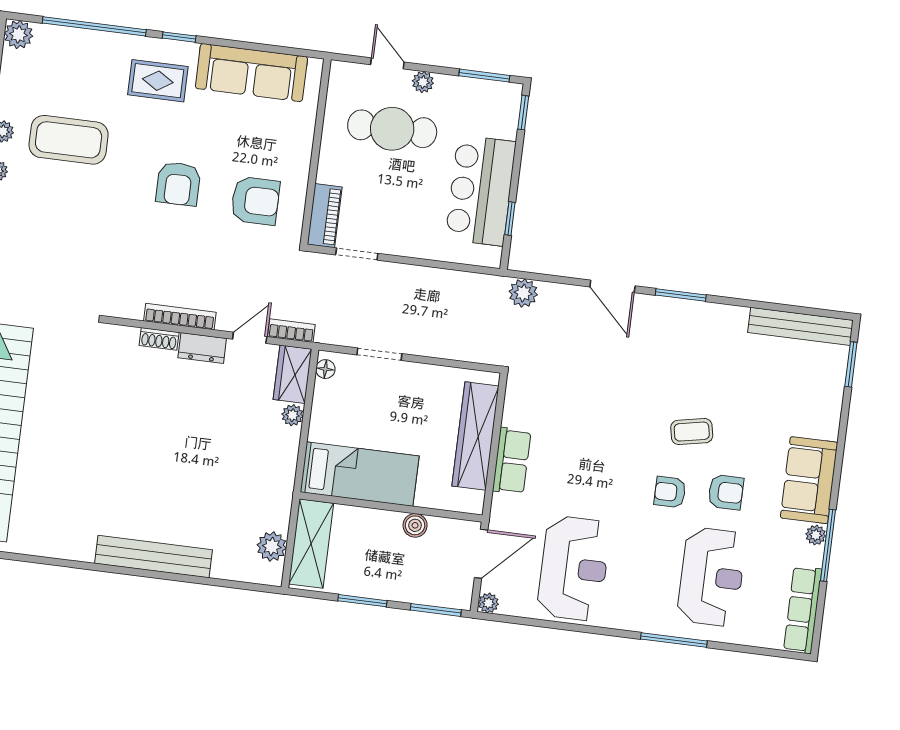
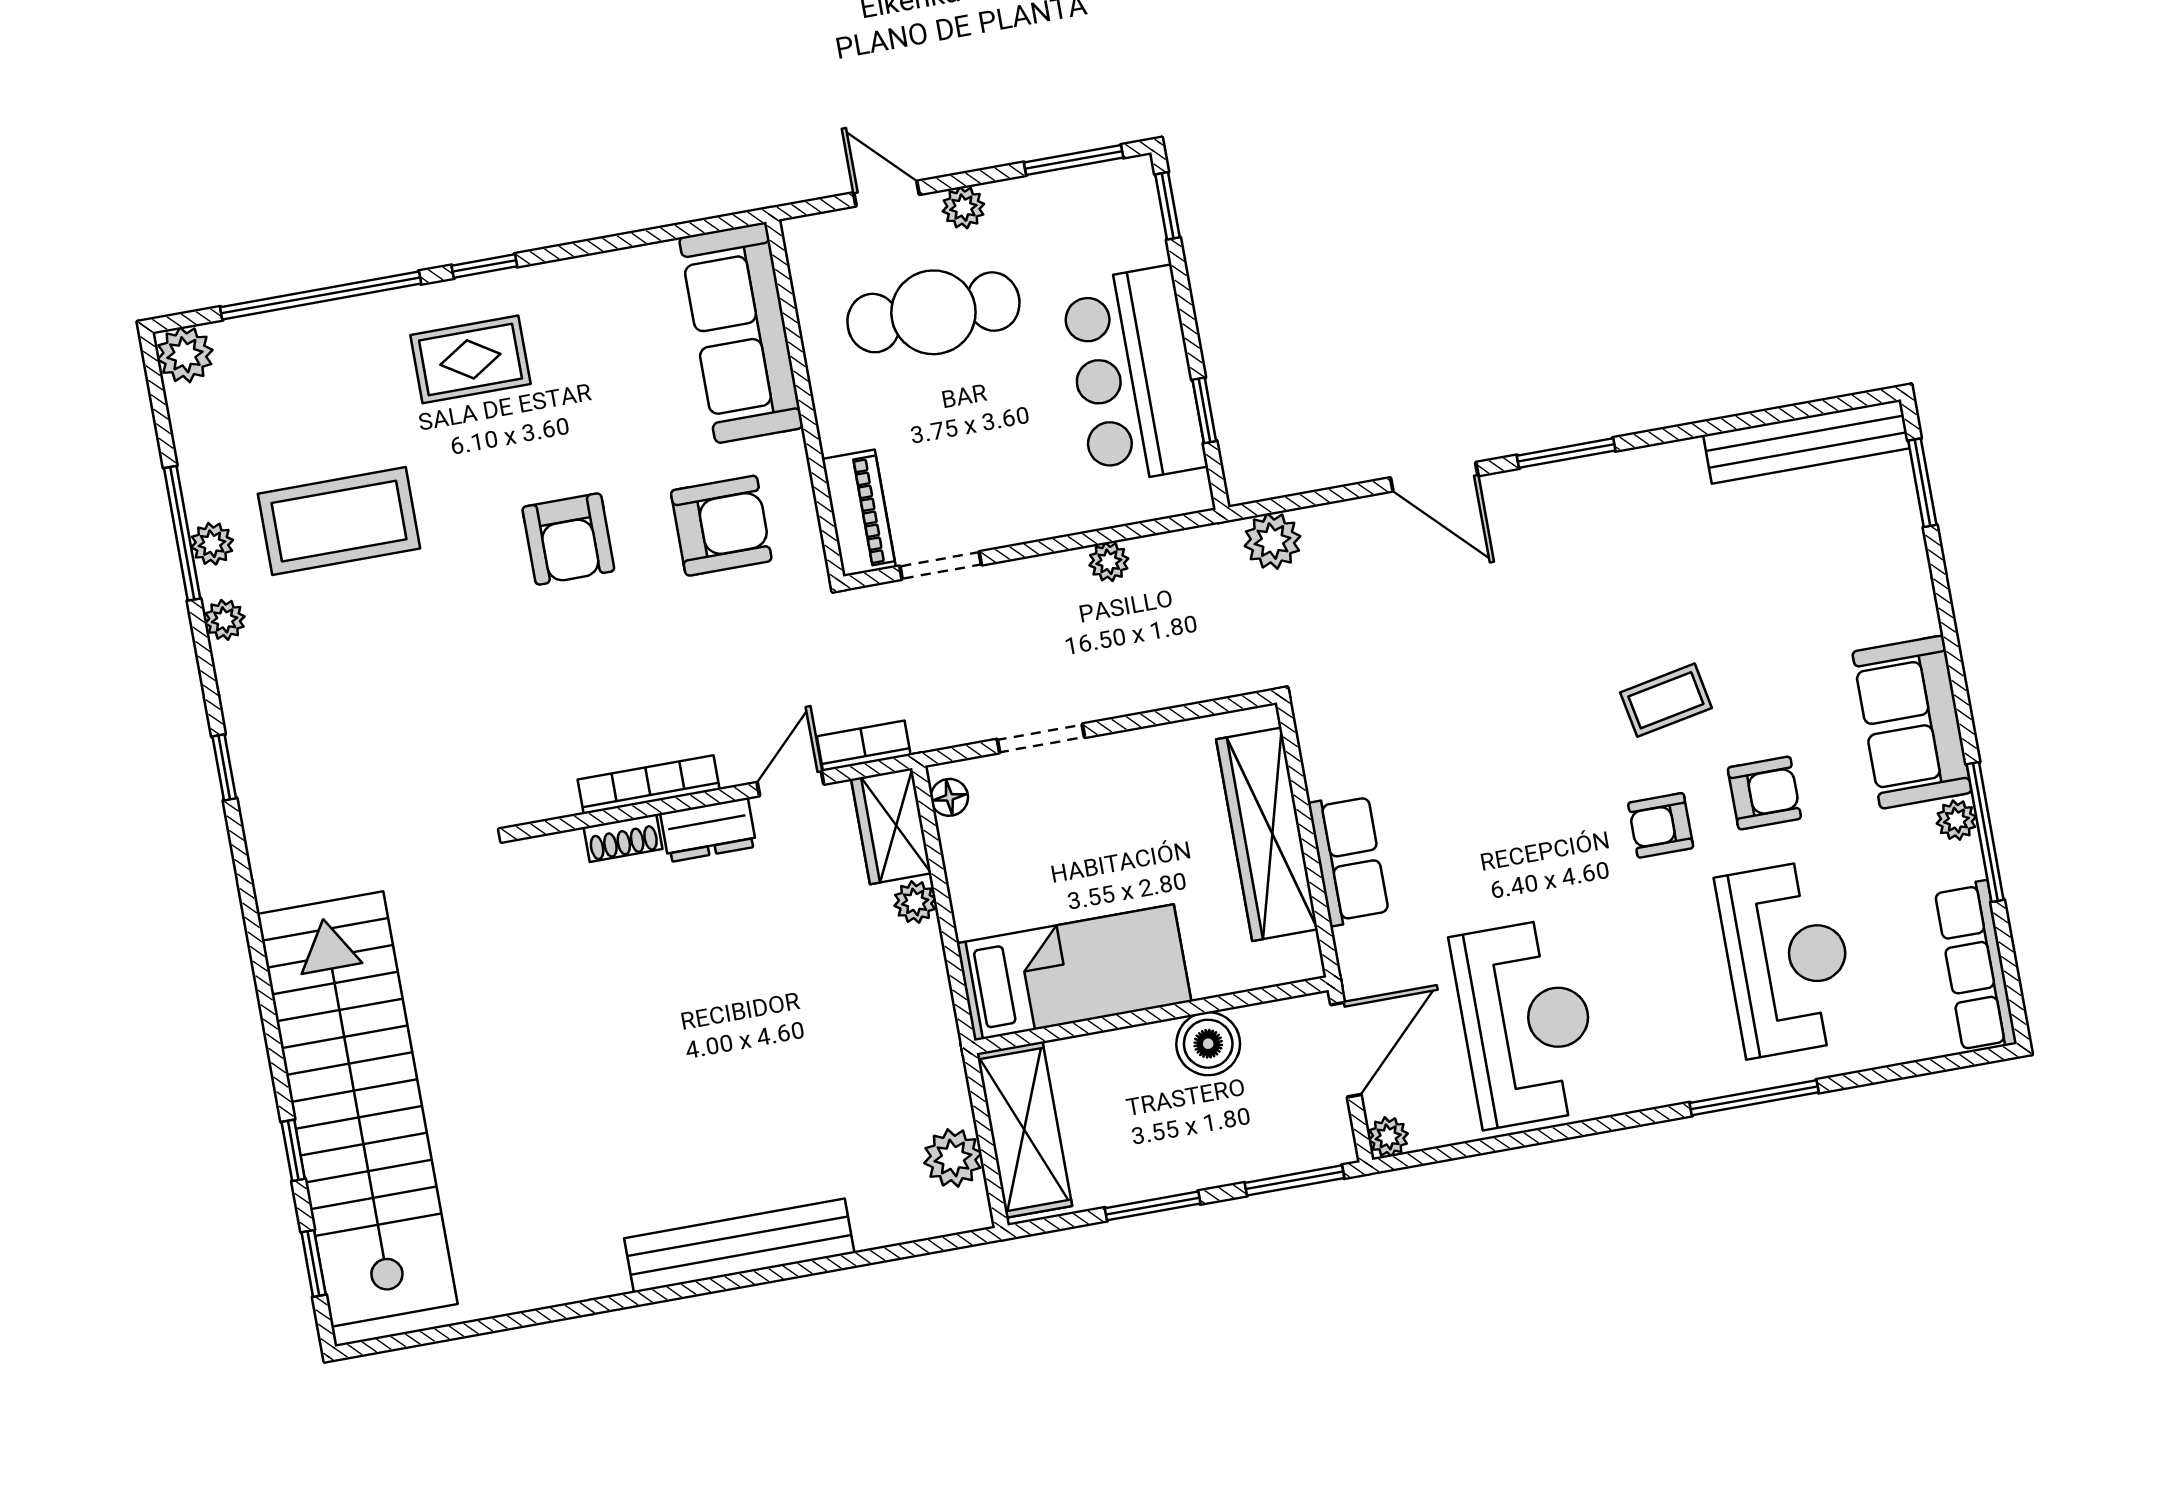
sofa: (251, 73) -> (741, 333), moved, turned 90
plant: (440, 278) -> (1109, 562), added
boiler: (415, 525) -> (1208, 1044), width x1.36, depth x1.36

